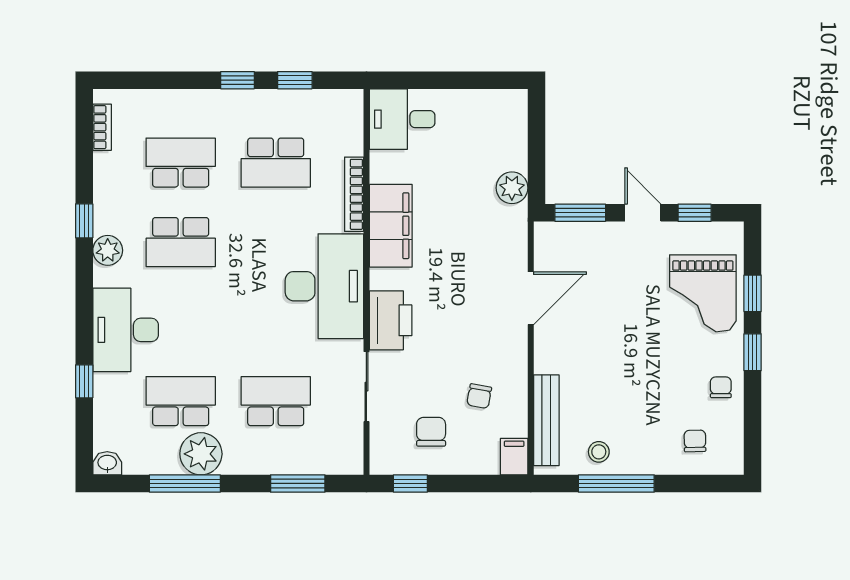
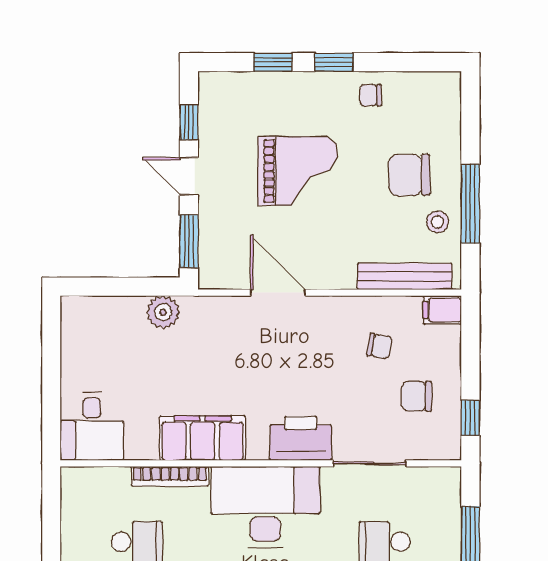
window: (295, 80) -> (51, 538), removed
door: (643, 213) -> (189, 176), hinge flipped
grand piano: (703, 293) -> (298, 171), moved
chair: (695, 441) -> (409, 175), moved, width x1.87, depth x1.87

